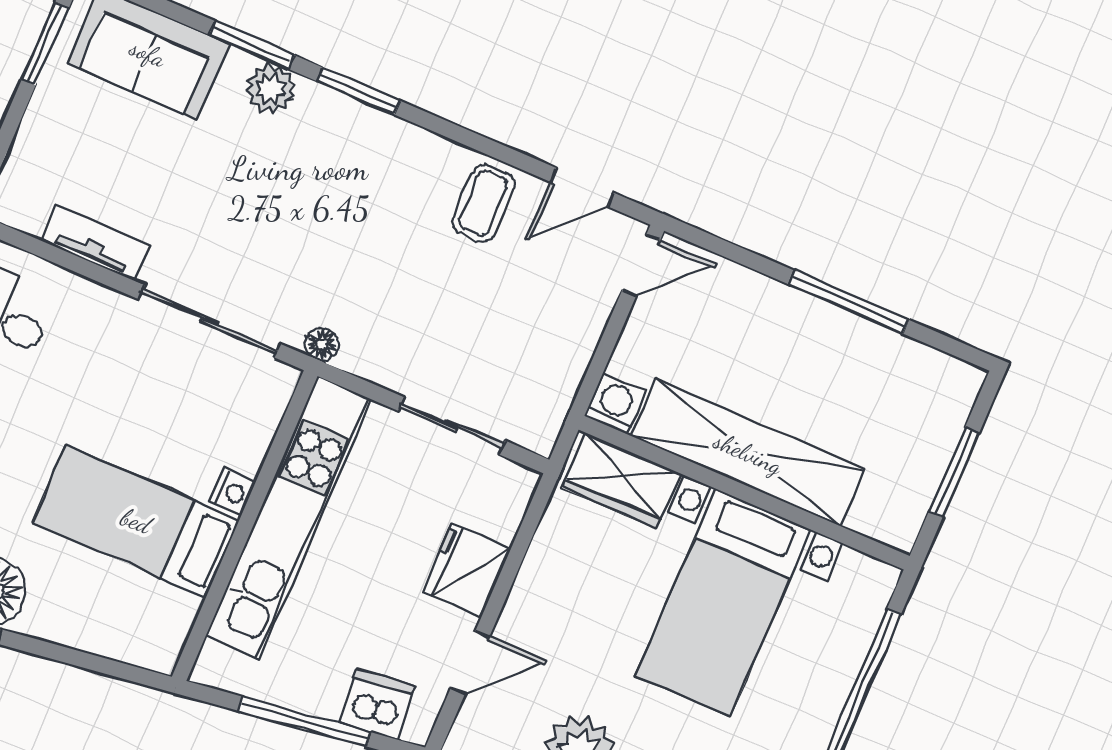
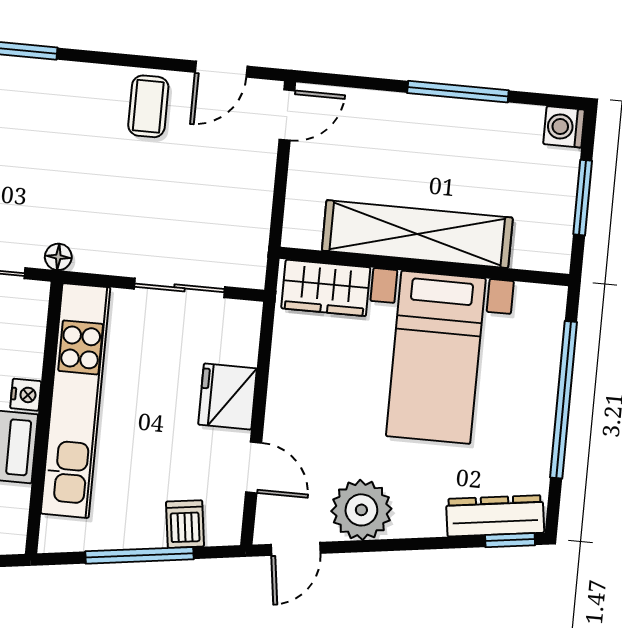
washing machine: (615, 404) -> (564, 127), moved, turned -90
door: (470, 662) -> (254, 467), hinge flipped
dishwasher: (377, 705) -> (185, 524), width x0.73

